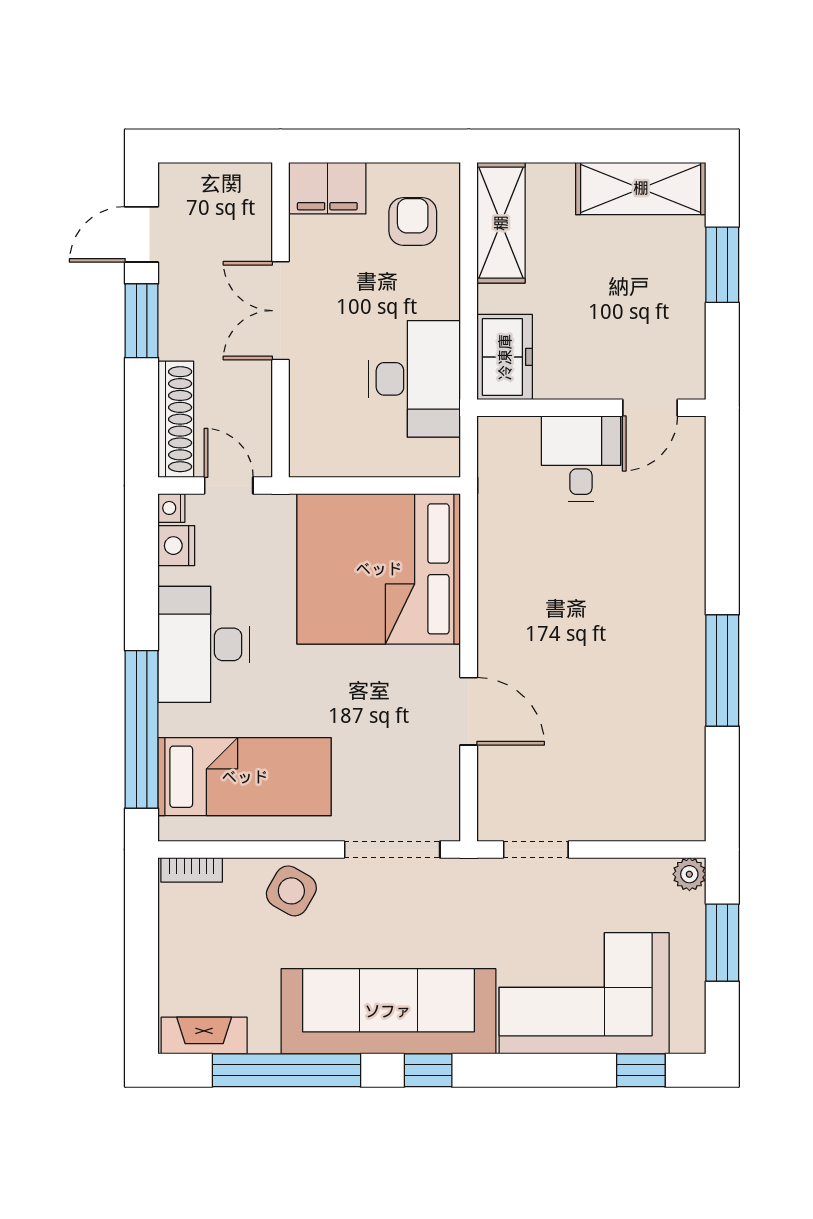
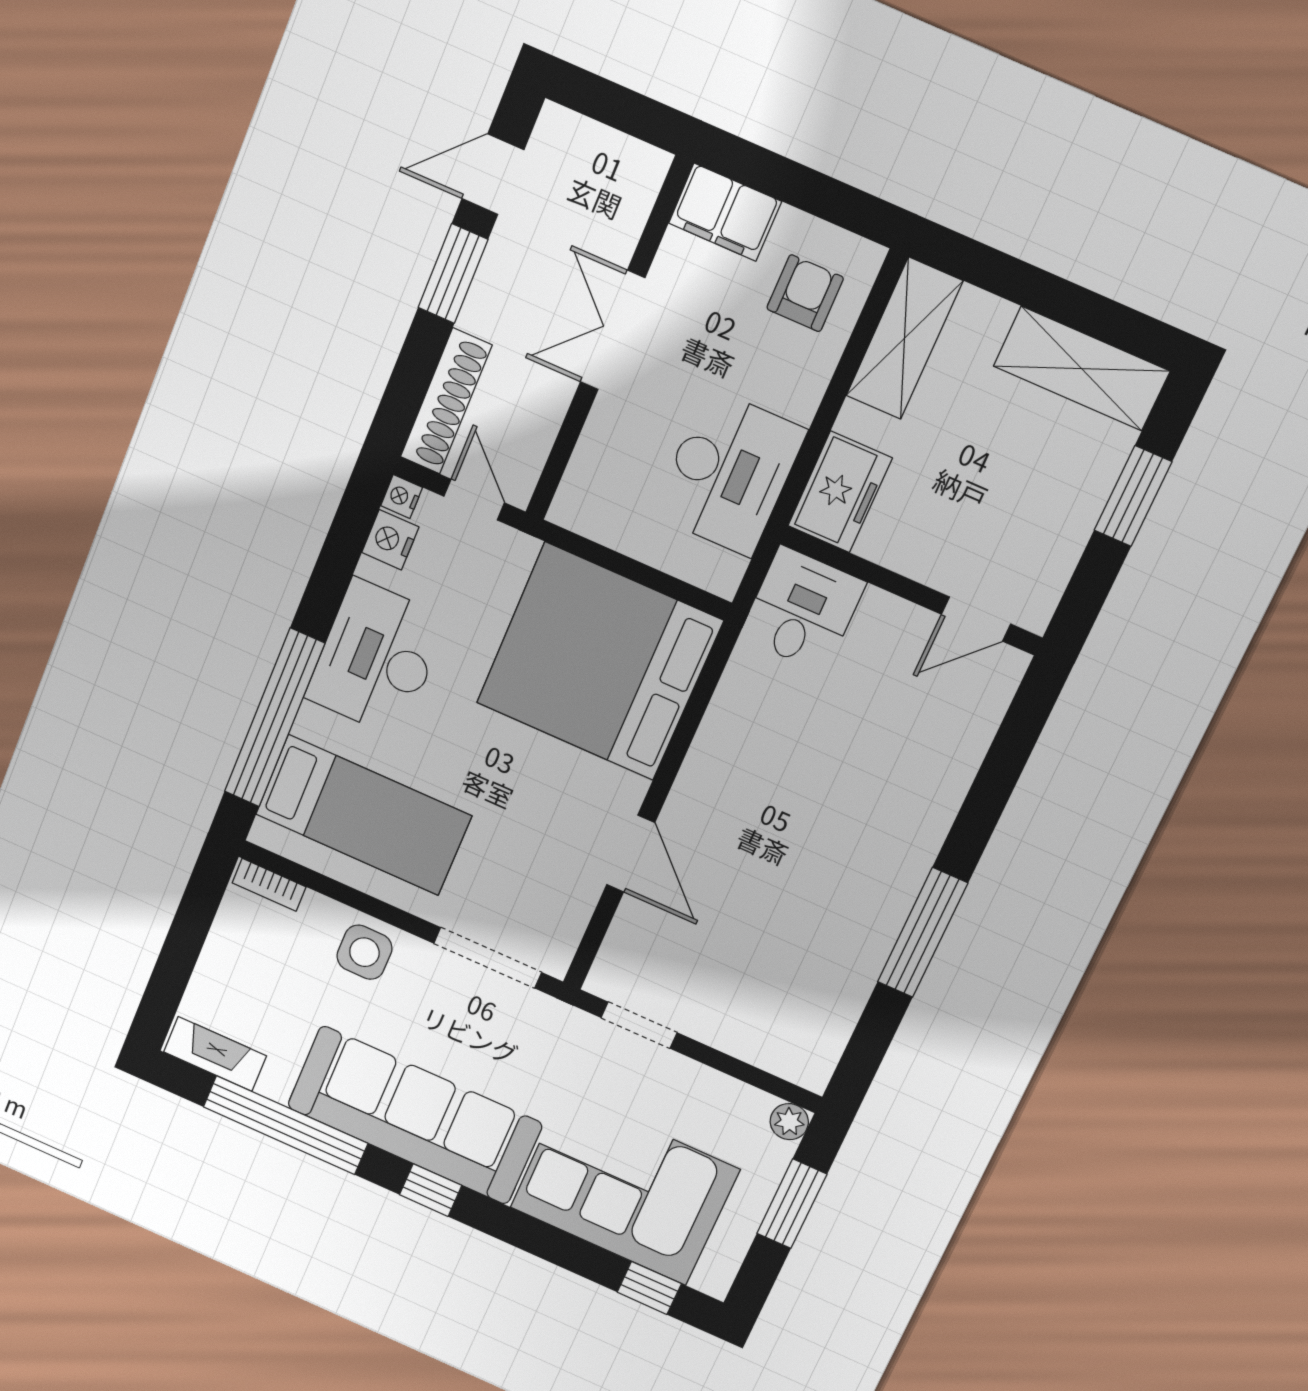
desk: (581, 459) -> (803, 610), moved
side table: (291, 891) -> (364, 952), turned -30

